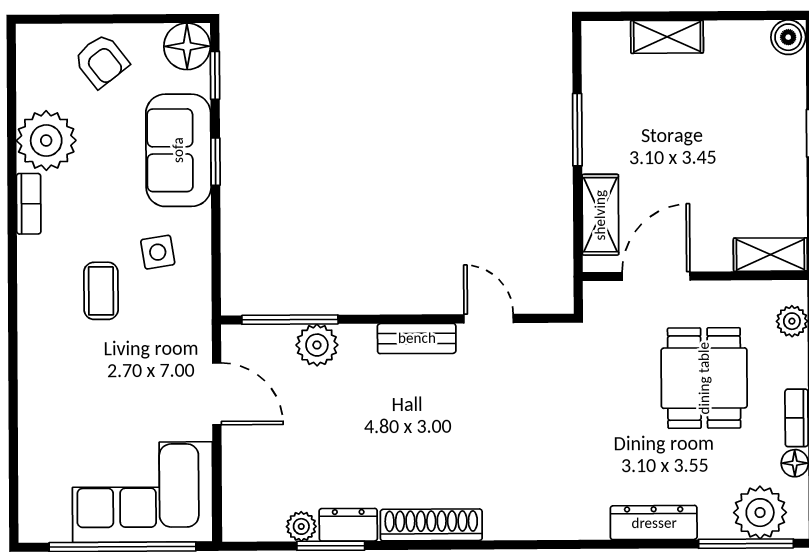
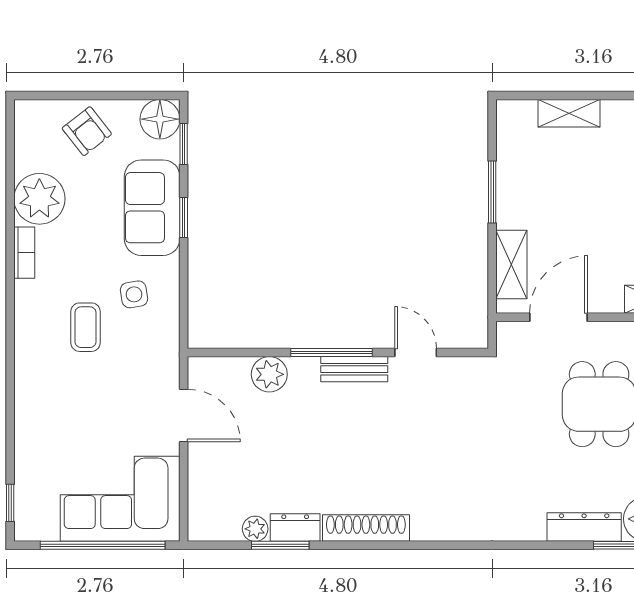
window: (290, 320) -> (331, 353), moved
window: (14, 498) -> (10, 503), added
dresser: (654, 523) -> (584, 527), moved

